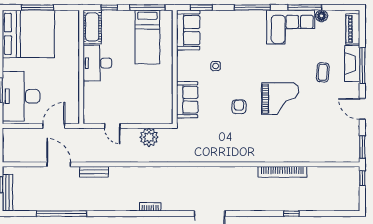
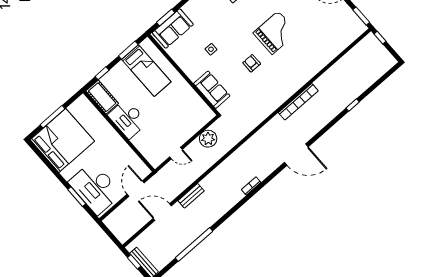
window: (147, 7) -> (128, 50), width x0.69
sofa: (188, 30) -> (173, 29), moved, turned 90
bookcase: (282, 172) -> (298, 102), moved

